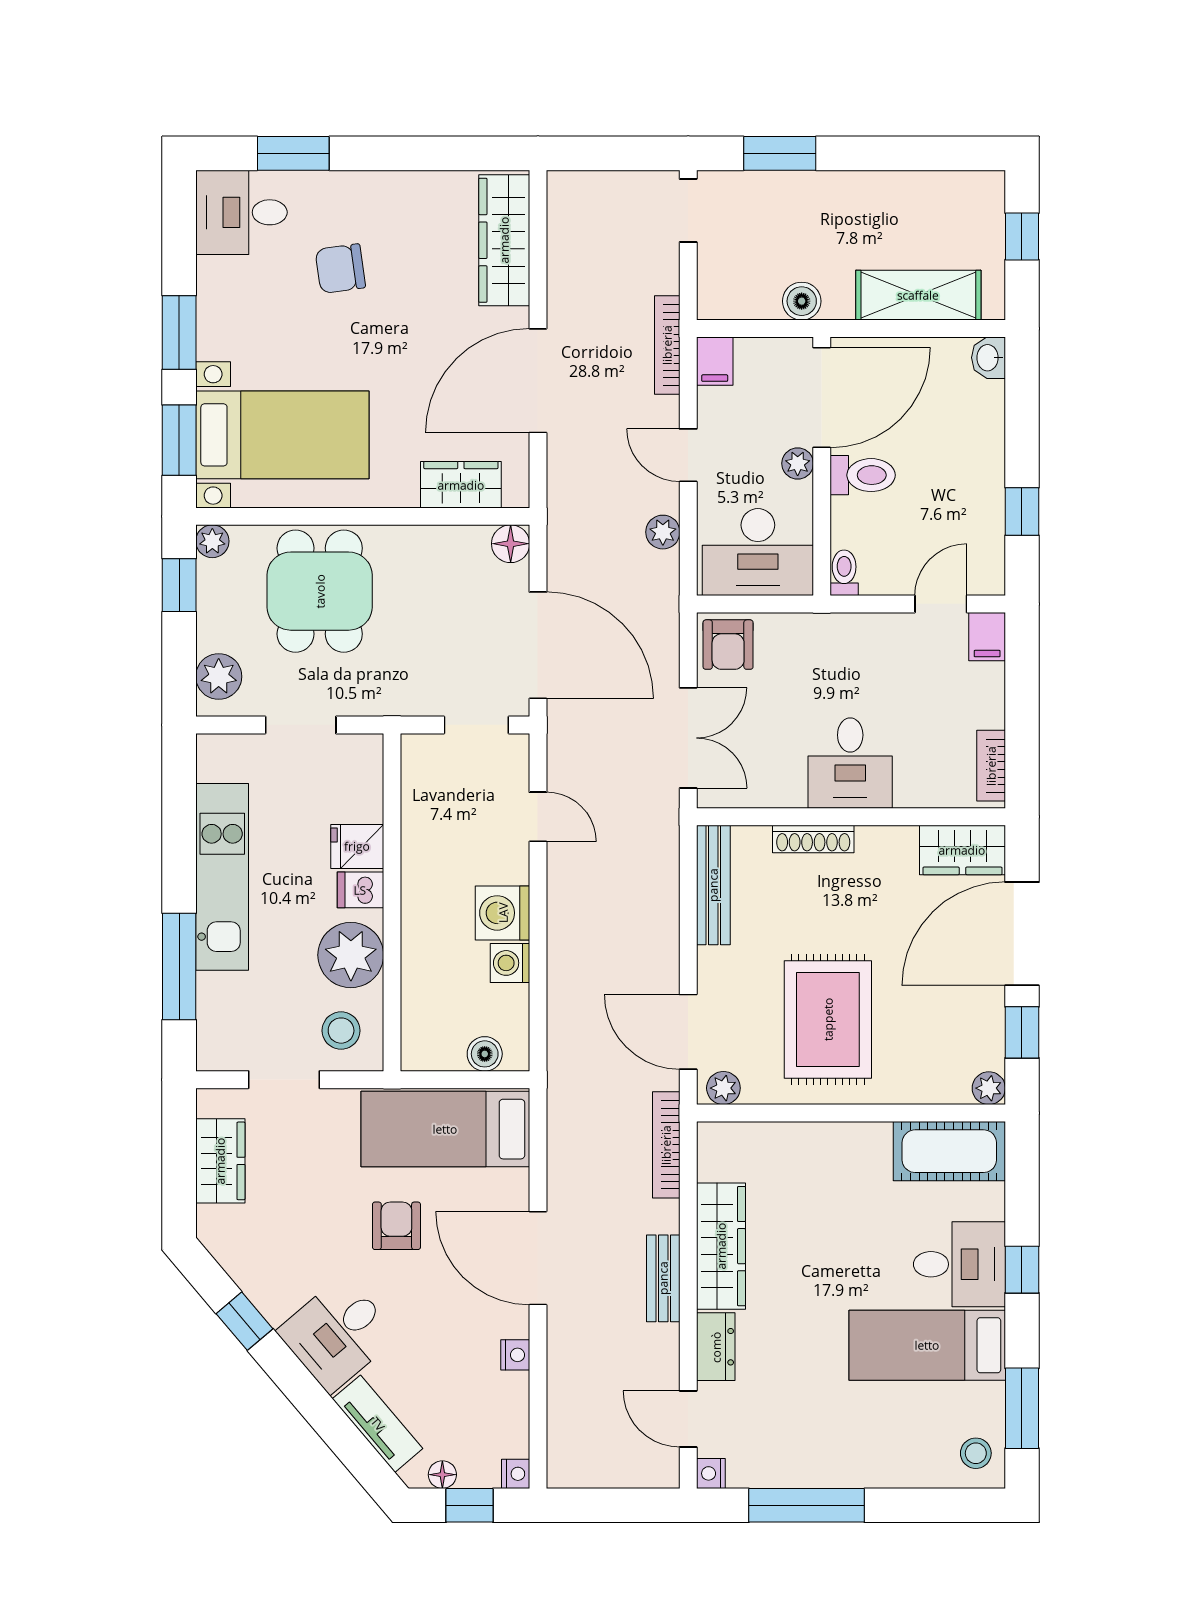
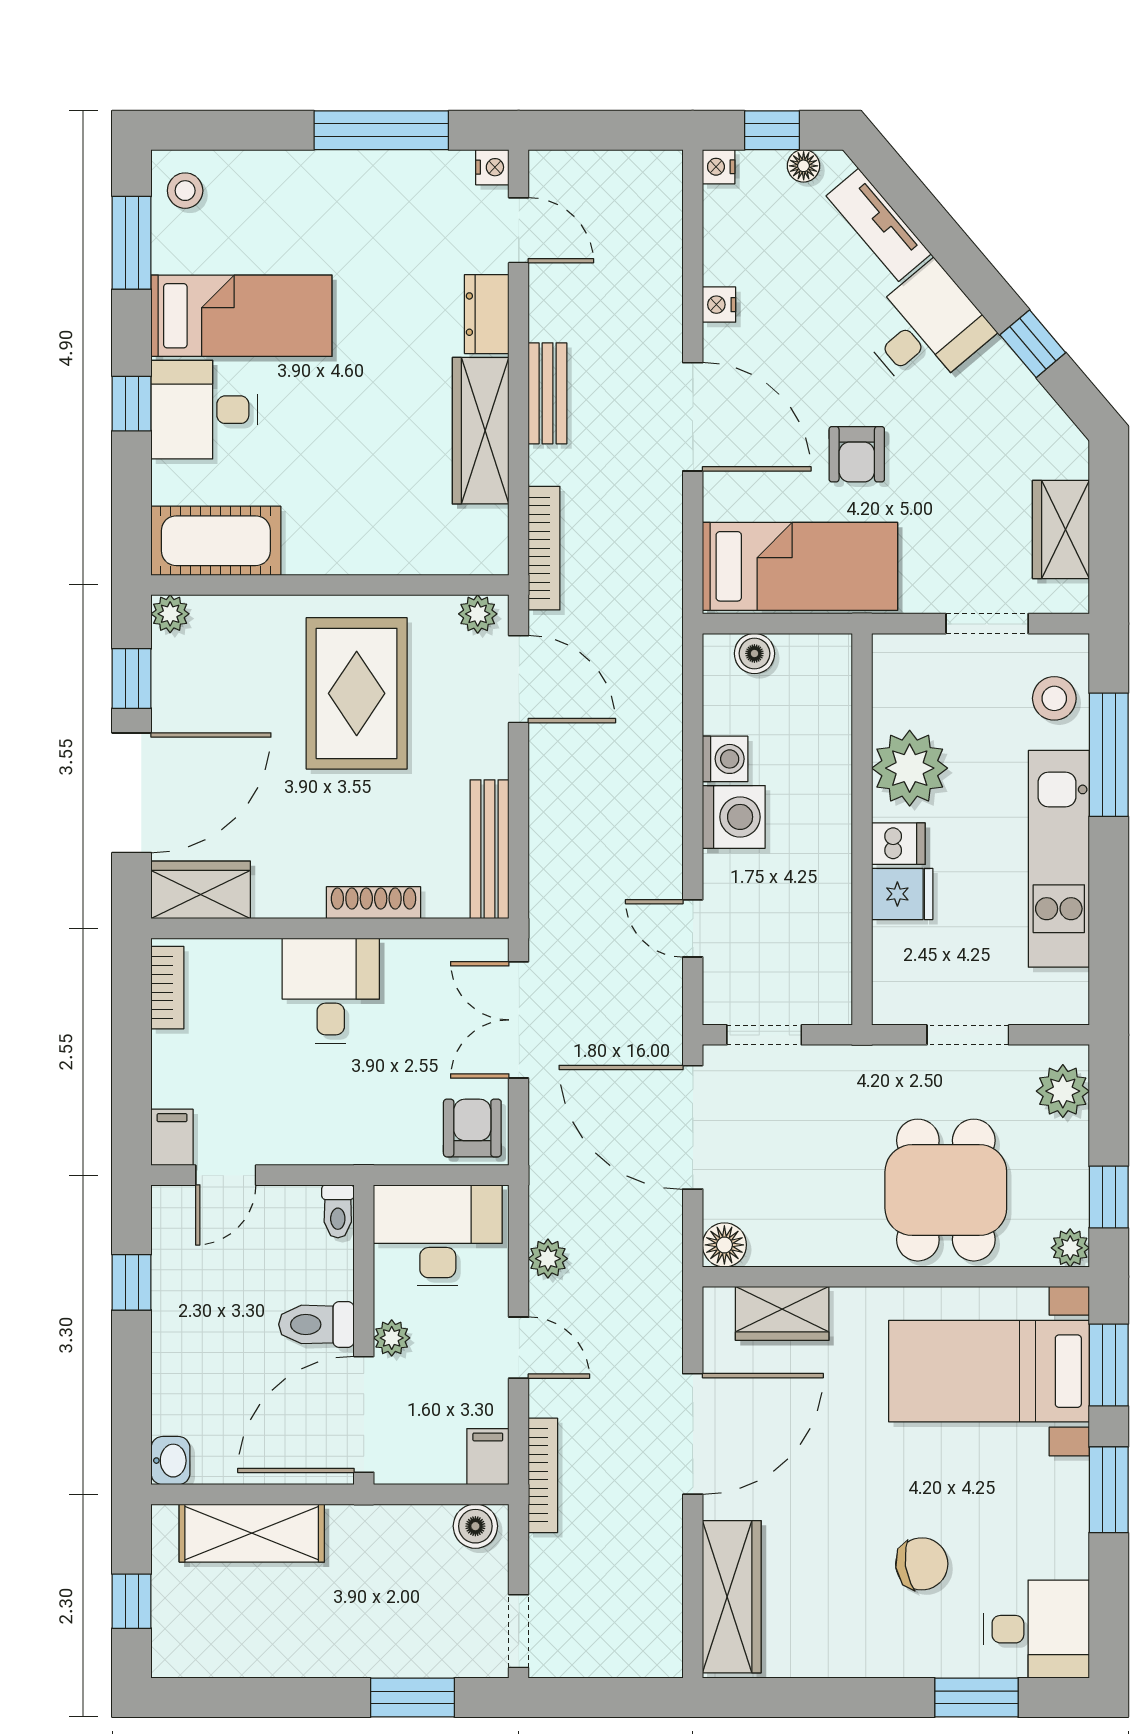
boiler: (802, 301) -> (475, 1526), moved
stool: (341, 1031) -> (1054, 698), moved

